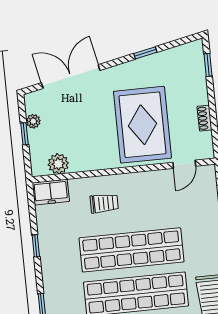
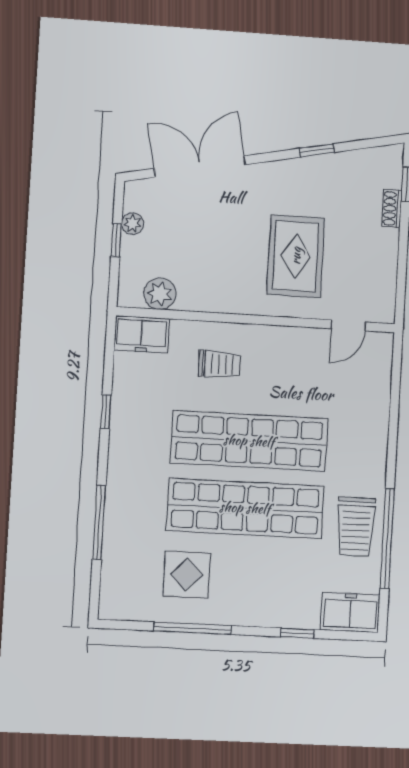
shoe rack: (204, 118) -> (392, 208), moved
rug: (142, 125) -> (296, 256), width x0.73, depth x0.69

